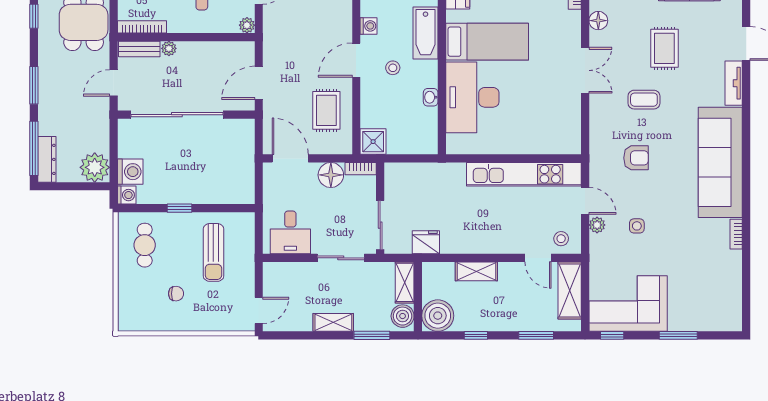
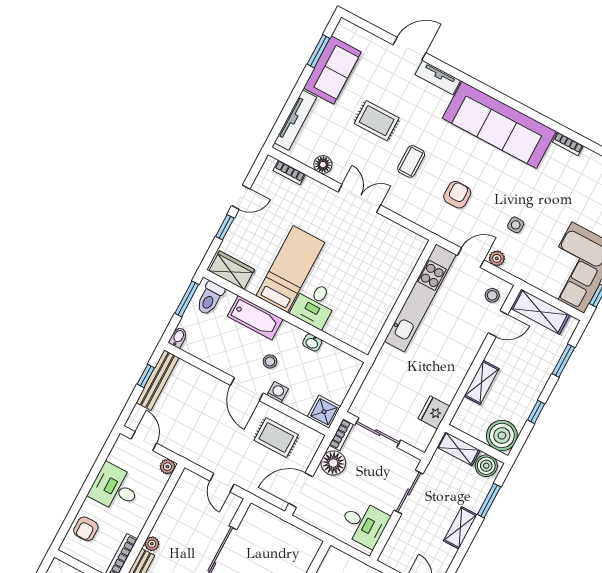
washing machine: (369, 26) -> (278, 392), moved
door: (259, 83) -> (222, 483), width x0.73
desk: (472, 97) -> (314, 305), width x0.53, depth x0.77
sliding door: (380, 225) -> (378, 433), moved

